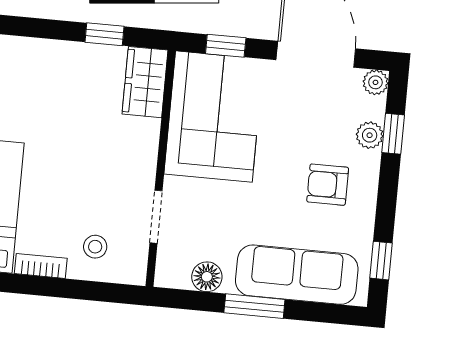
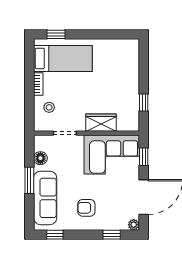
wardrobe: (145, 82) -> (101, 123), moved
plant: (370, 135) -> (110, 224), removed
armchair: (328, 185) -> (86, 208), turned -90

